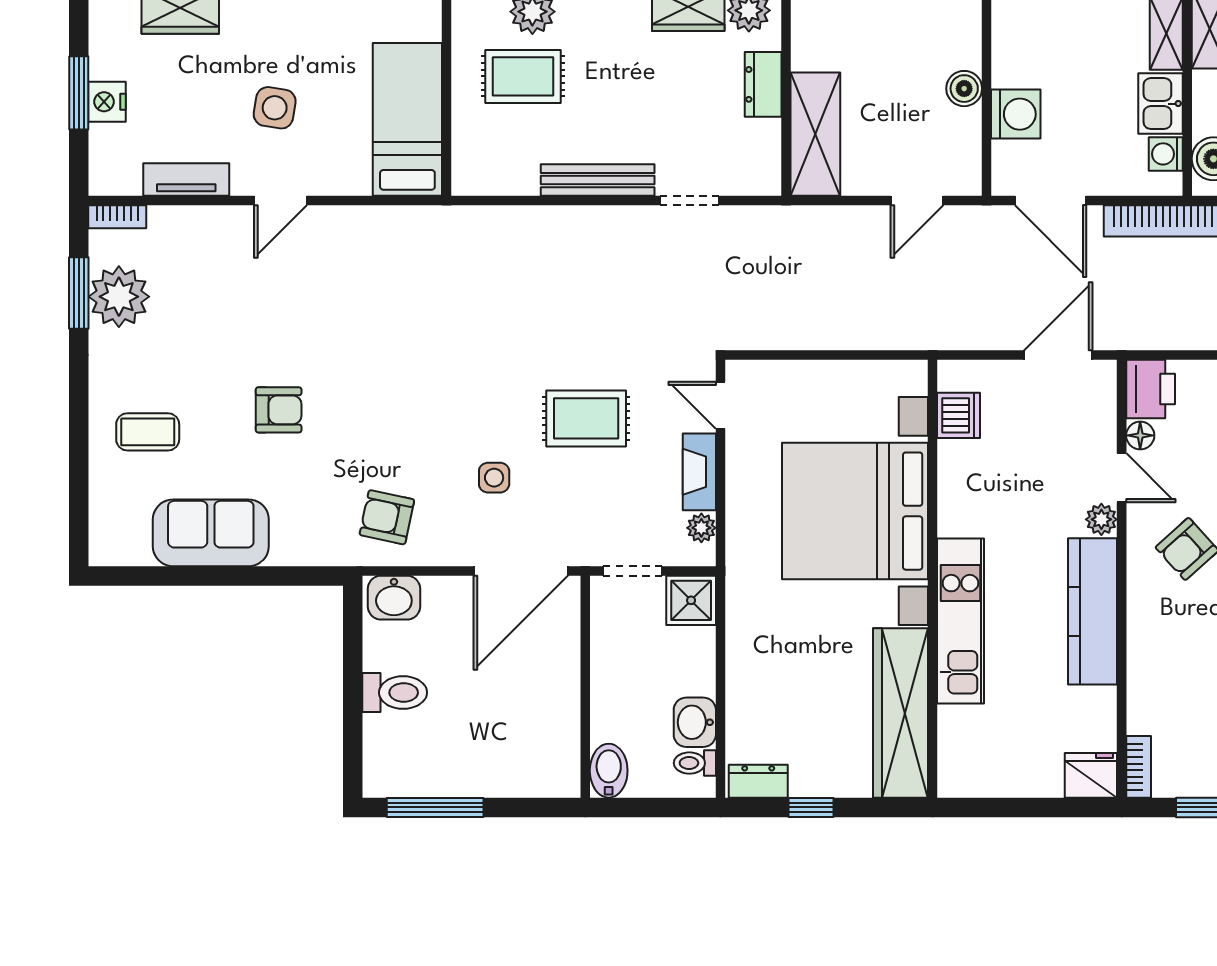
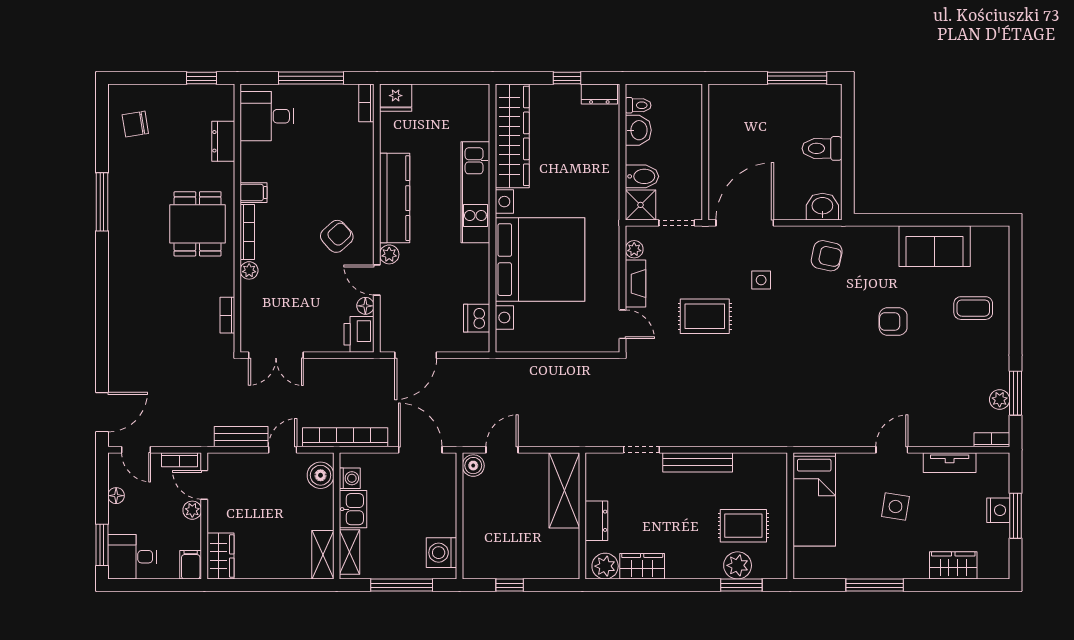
boiler: (964, 89) -> (473, 466), moved
washing machine: (1016, 114) -> (442, 553), moved
plant: (119, 297) -> (1000, 400), width x0.53, depth x0.53
bidet: (609, 771) -> (642, 176), moved, turned -90

